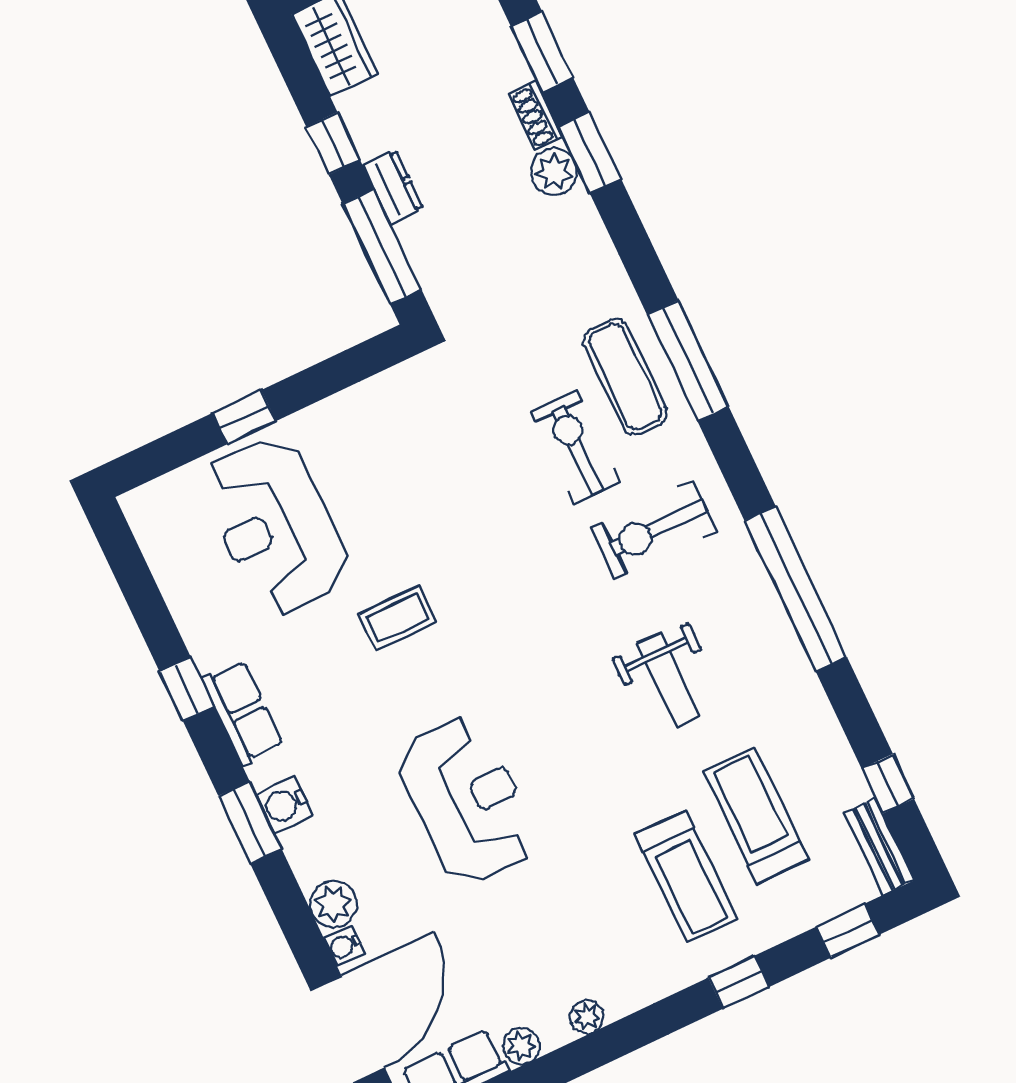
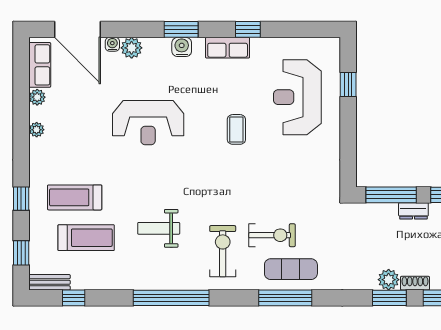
window: (244, 417) -> (348, 85), moved
reception desk: (275, 526) -> (297, 97), turned -90

